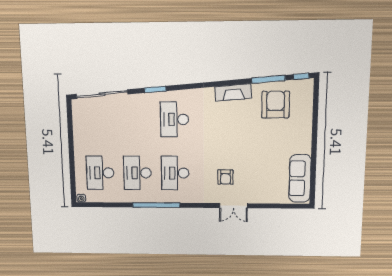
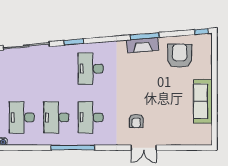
window: (268, 79) -> (145, 36), moved
sofa: (300, 178) -> (203, 101), moved

